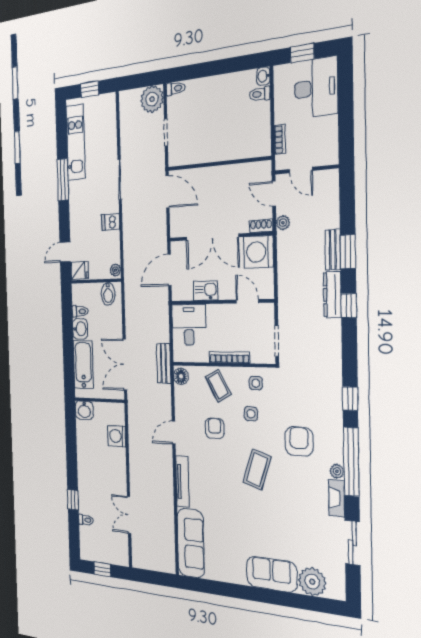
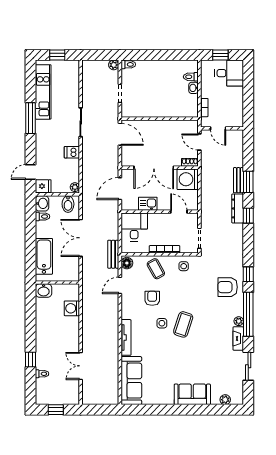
washbasin: (263, 76) -> (193, 88), moved
desk: (316, 88) -> (229, 73), width x0.73
plant: (152, 99) -> (114, 65), width x0.53, depth x0.53
plant: (283, 223) -> (205, 161), removed
washbasin: (80, 329) -> (42, 203), moved
double door: (125, 365) -> (81, 238), moved
side table: (251, 414) -> (162, 323), moved
door: (174, 432) -> (120, 285), moved
armchair: (299, 441) -> (228, 287), moved, turned -90
plant: (312, 582) -> (225, 400), width x0.53, depth x0.53

